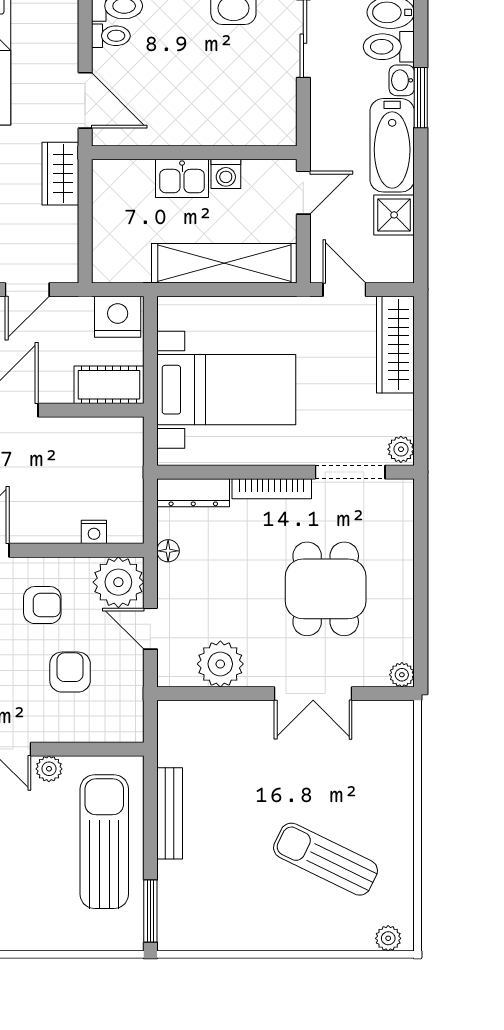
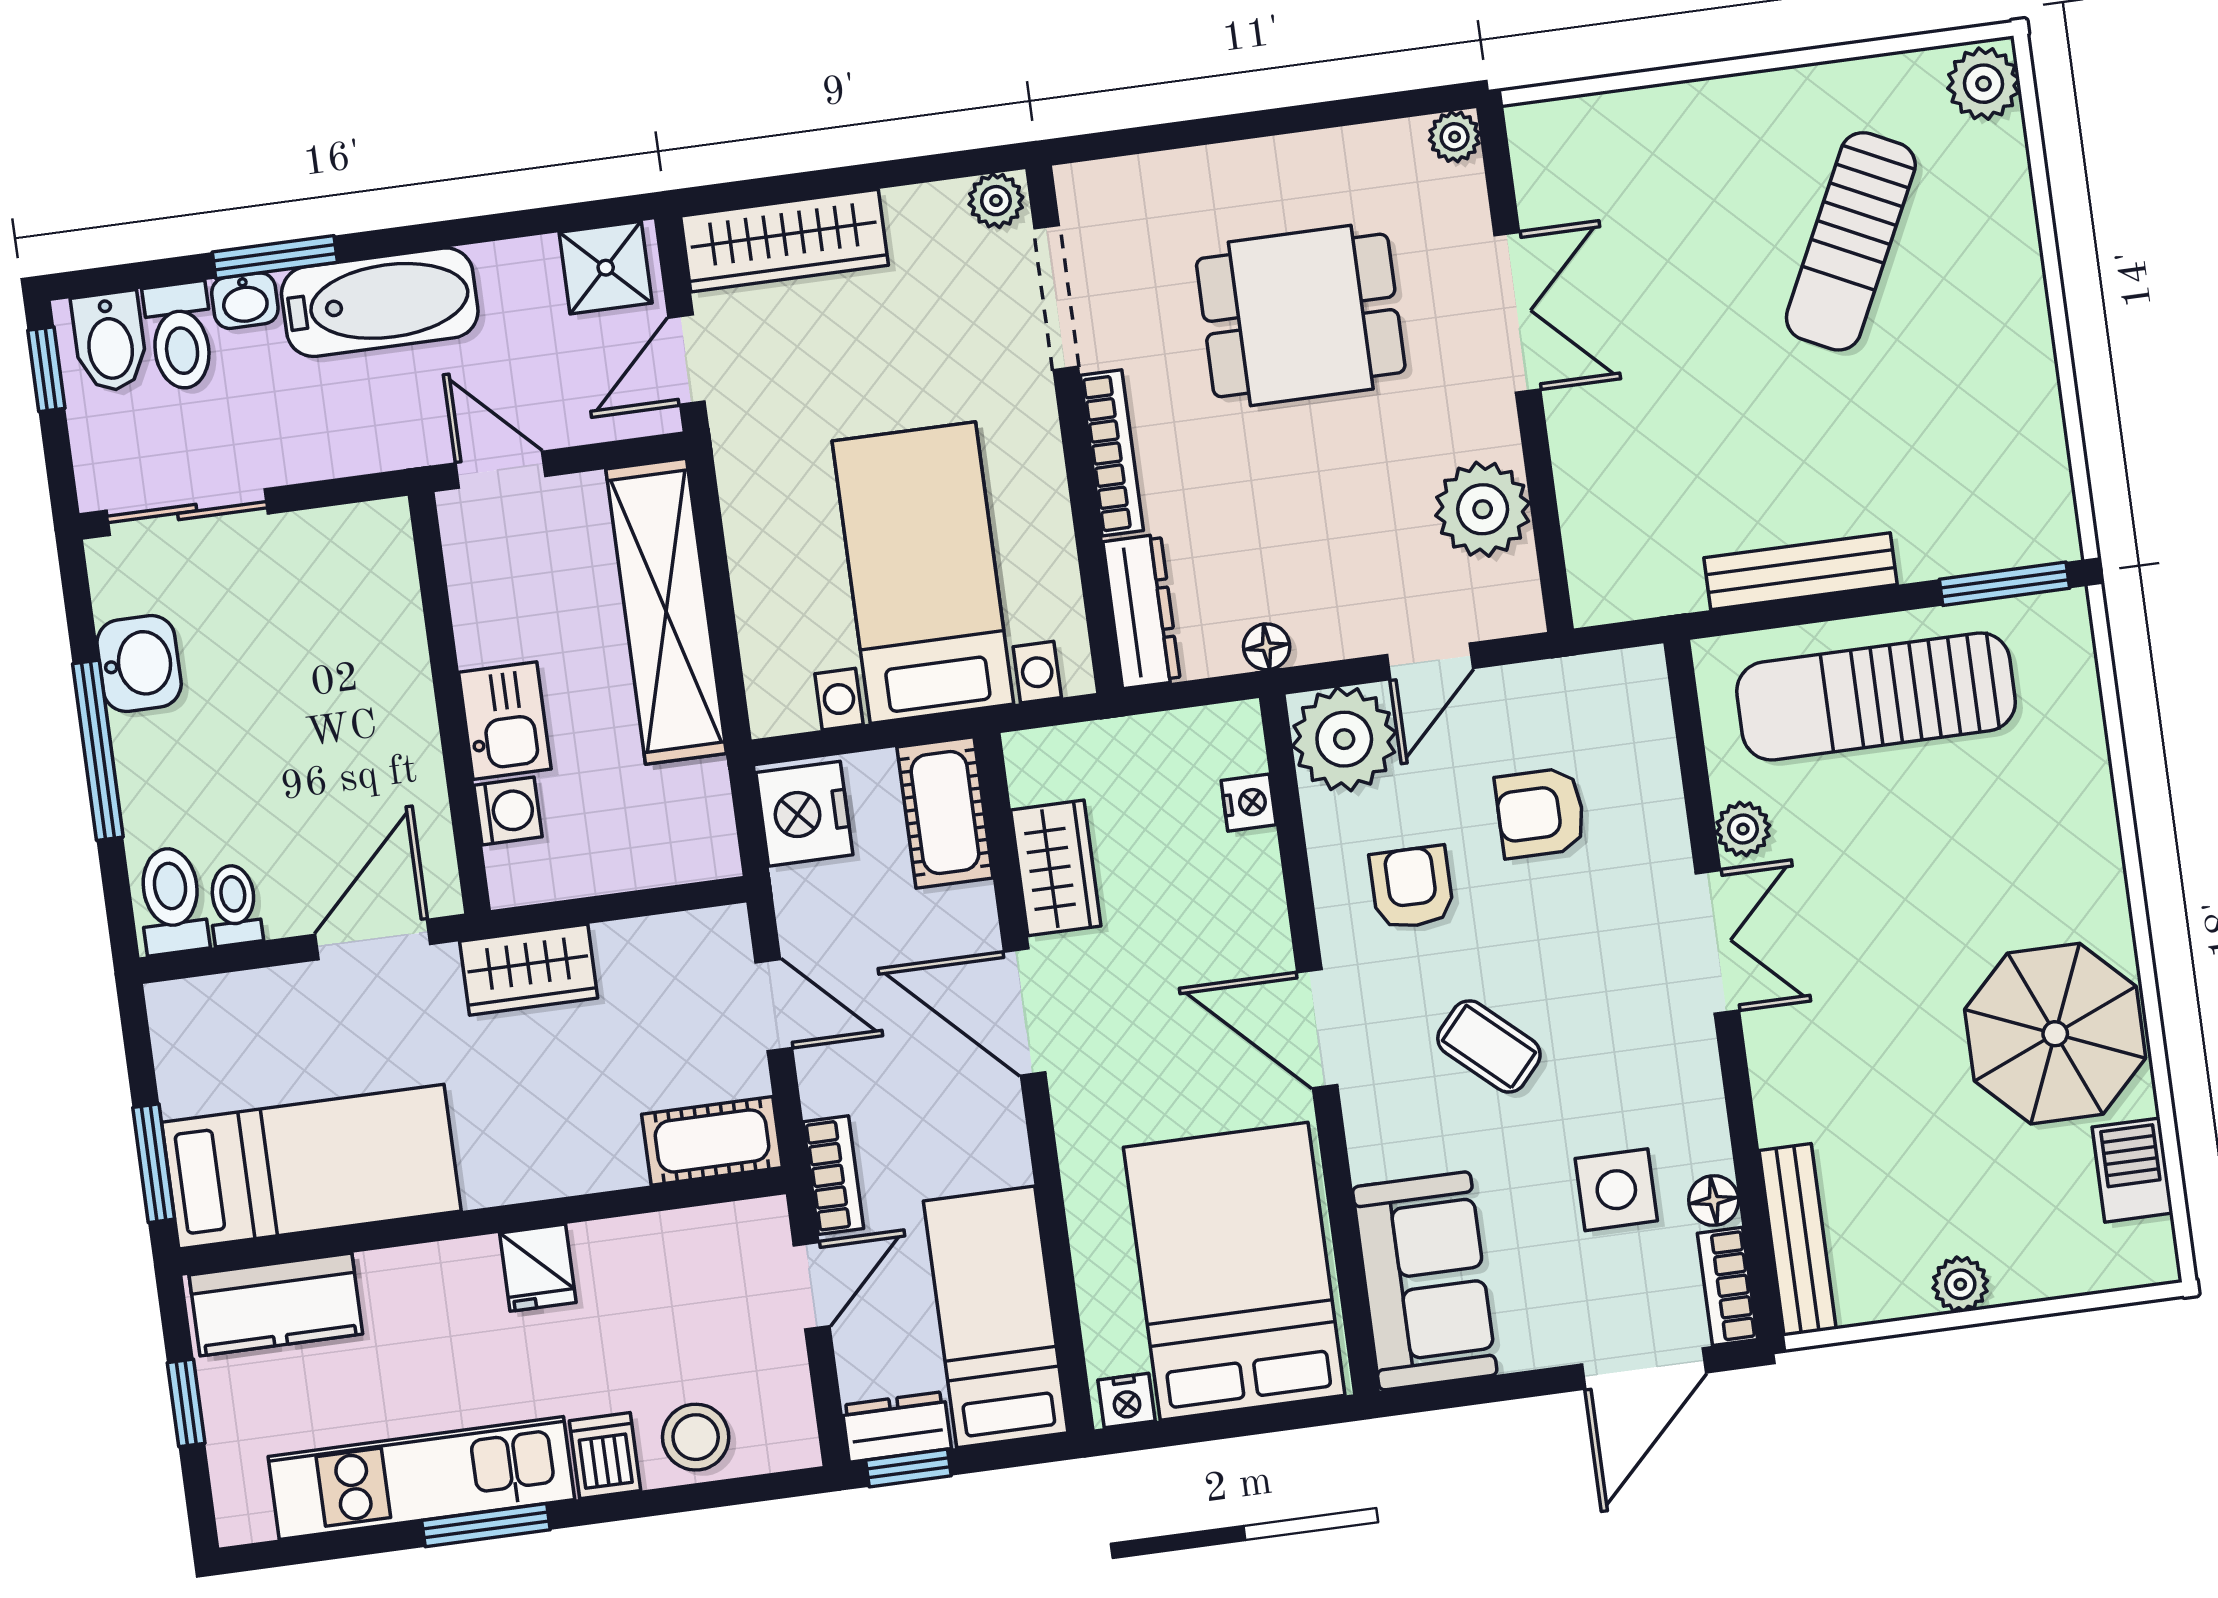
washing machine: (226, 174) -> (508, 811), moved
shower: (394, 215) -> (606, 268), moved
wardrobe: (75, 435) -> (1056, 868), added
plant: (388, 938) -> (1983, 84), width x1.38, depth x1.38

